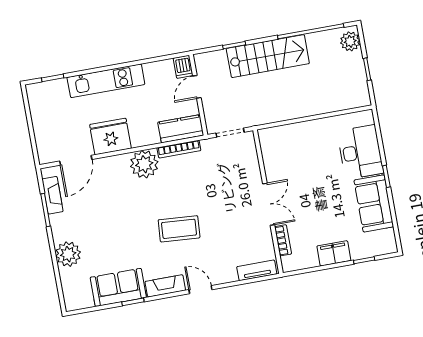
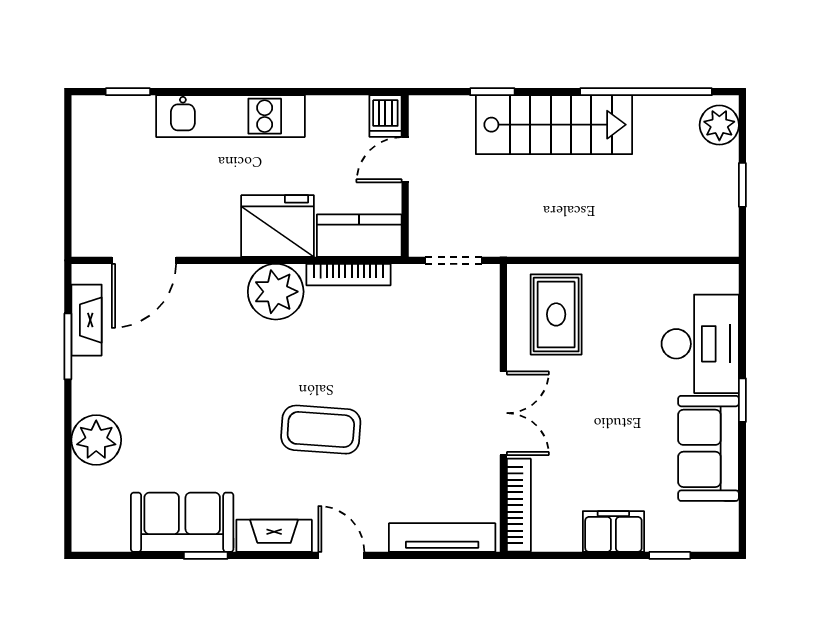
fridge: (110, 136) -> (278, 226), moved
rug: (286, 150) -> (556, 314), added
bookcase: (283, 240) -> (519, 505), width x1.56
tv unit: (257, 270) -> (442, 538), width x1.41

